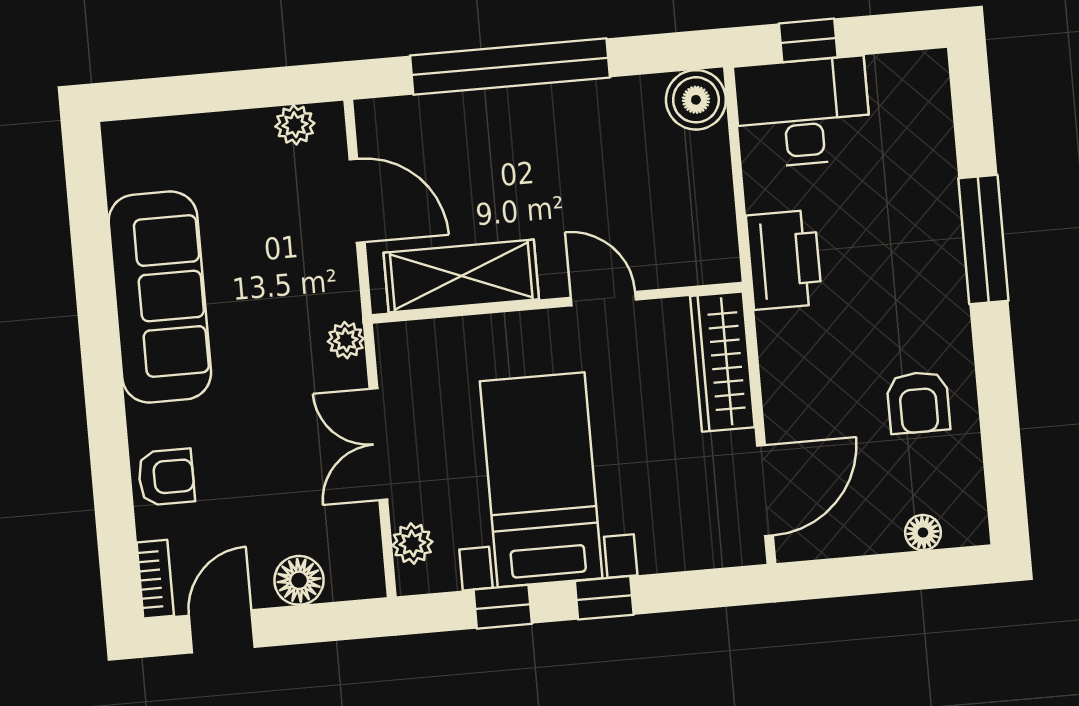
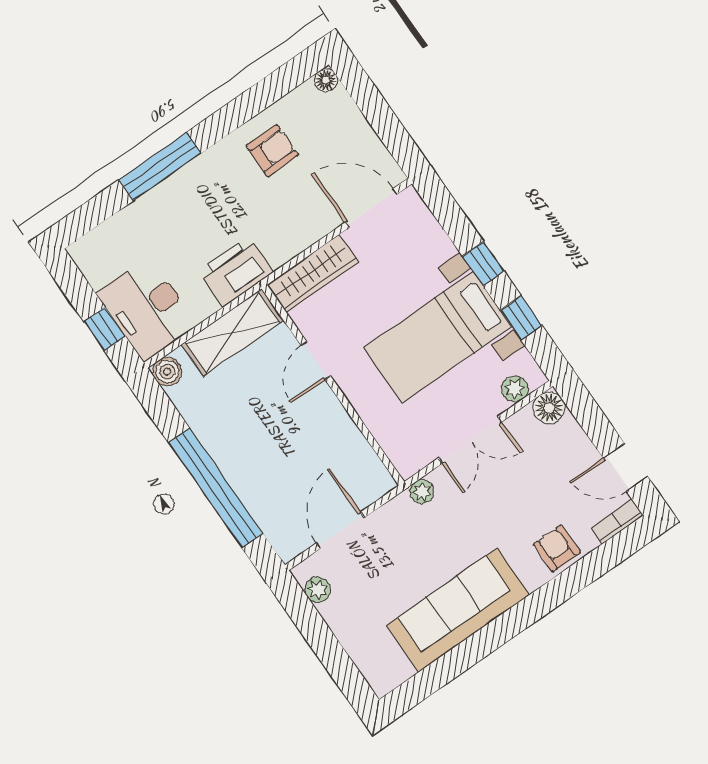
boiler: (696, 100) -> (167, 372), width x0.73, depth x0.73
shelving: (461, 276) -> (232, 333), moved, turned 90
floor lamp: (923, 533) -> (326, 80), moved
floor lamp: (299, 580) -> (549, 408), moved

